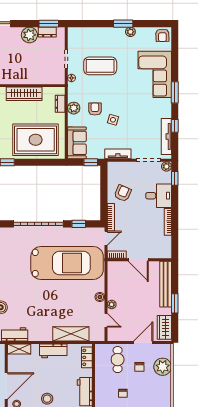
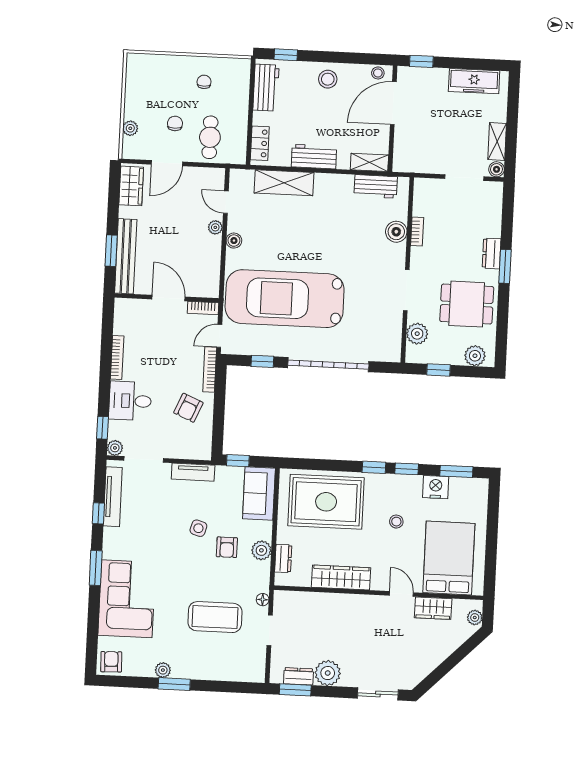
window: (175, 303) -> (111, 251), moved
plant: (163, 367) -> (130, 128), width x0.53, depth x0.53

